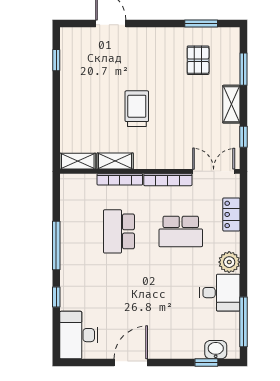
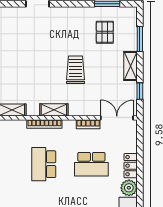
trolley: (137, 109) -> (76, 70), moved
shelving: (115, 161) -> (54, 110), moved
bookcase: (168, 180) -> (88, 124), width x0.64
locker: (231, 214) -> (131, 166), moved

